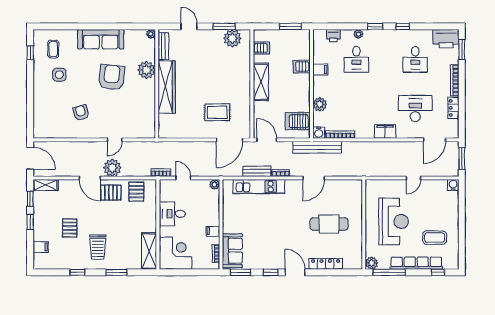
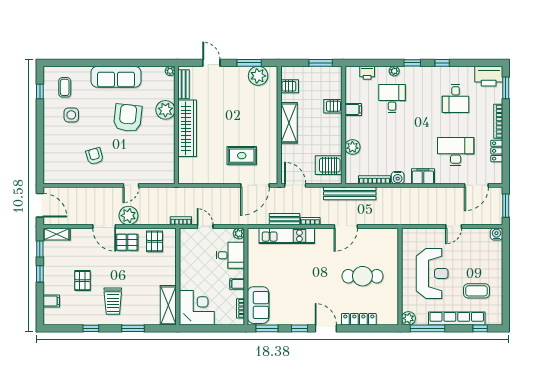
desk: (356, 59) -> (392, 98), turned 180
water cooler: (319, 133) -> (398, 178), moved
desk: (172, 214) -> (230, 255), moved, turned 180

